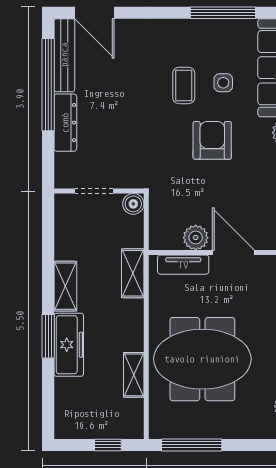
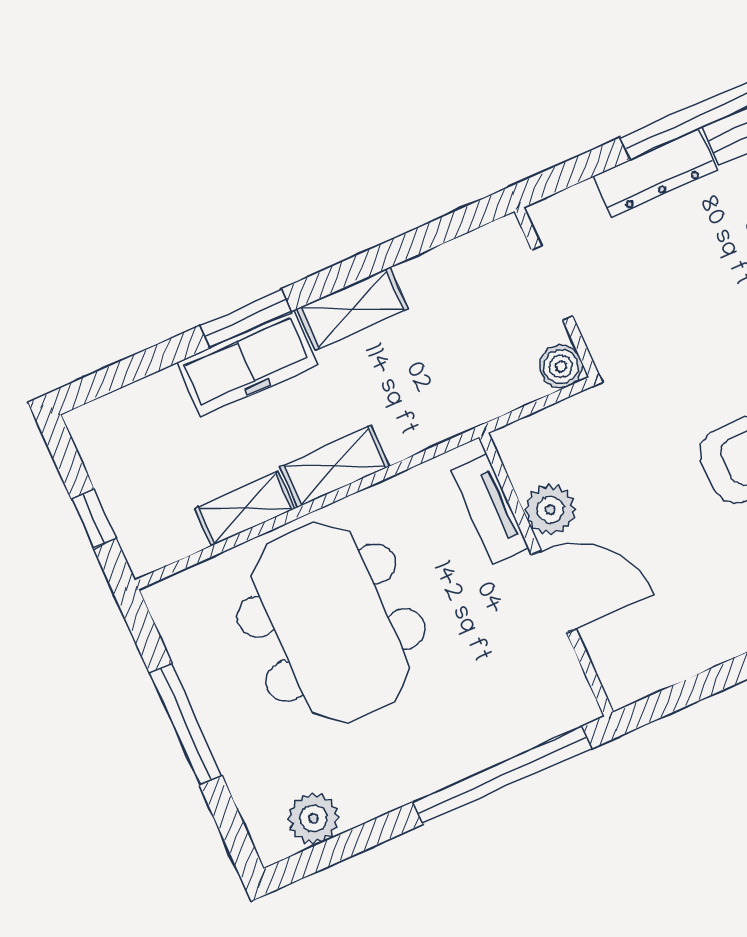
door: (233, 252) -> (554, 592), hinge flipped
shelving: (133, 273) -> (335, 466), moved
window: (192, 445) -> (186, 724), moved

